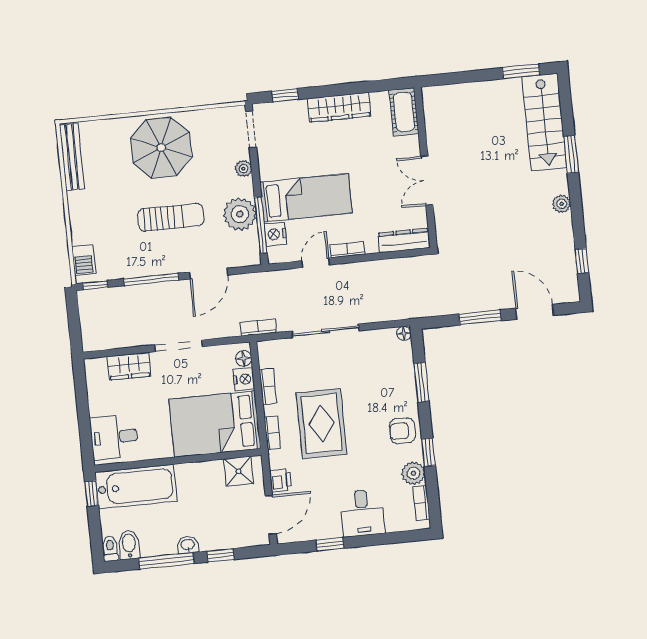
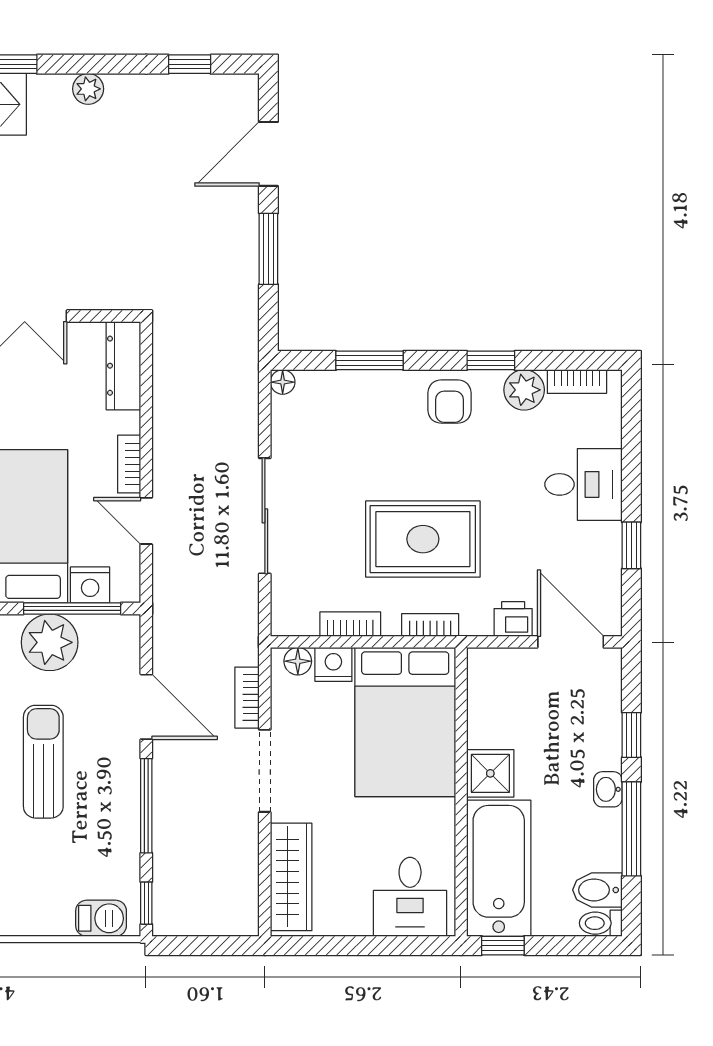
bookcase: (258, 327) -> (247, 698), moved
wardrobe: (129, 366) -> (291, 877), width x1.50
shower: (238, 471) -> (490, 773), moved

